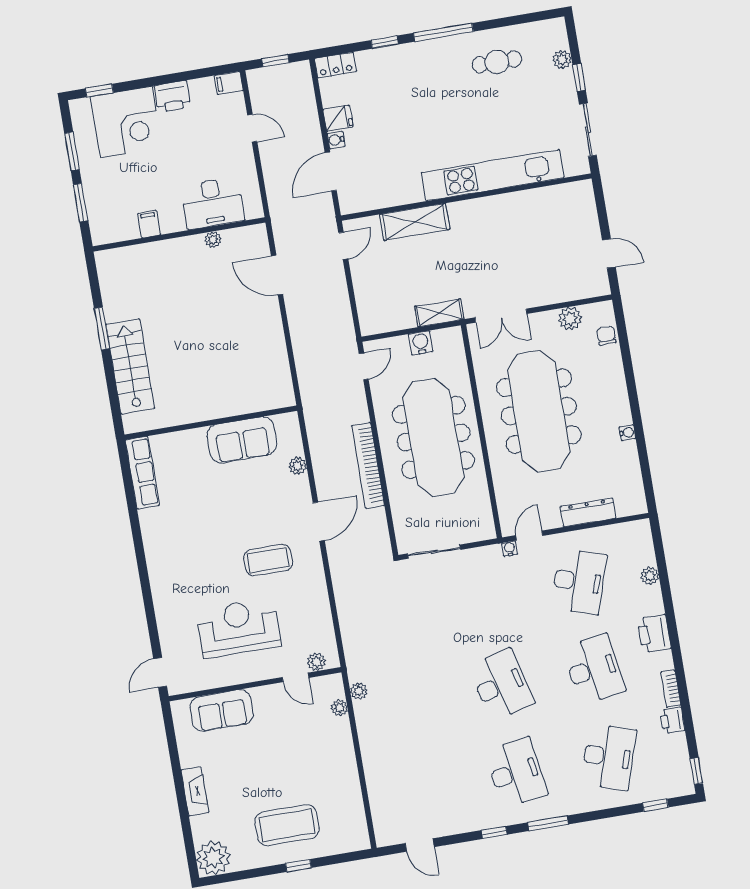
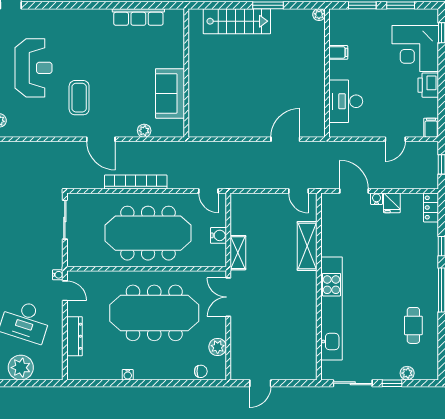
plant: (213, 240) -> (319, 15), moved
row of seats: (142, 472) -> (138, 17), moved
plant: (650, 576) -> (21, 368), width x1.87, depth x1.87

